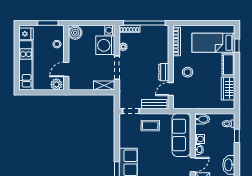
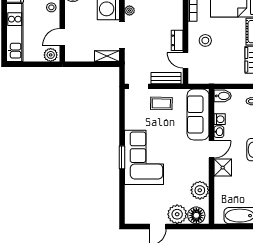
door: (171, 89) -> (186, 60), hinge flipped

